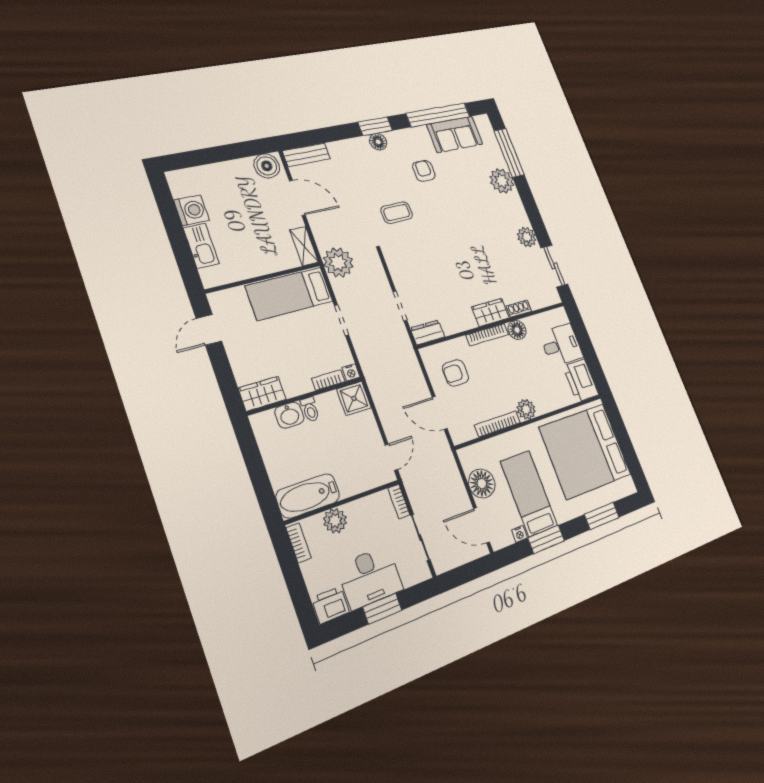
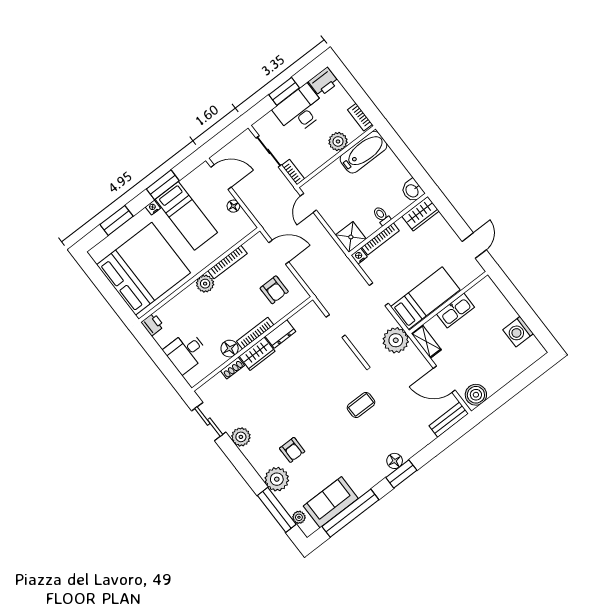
plant: (490, 136) -> (299, 517), added
armchair: (424, 171) -> (292, 450), moved
kitchen sink: (201, 246) -> (456, 311), moved, turned -90
dresser: (427, 332) -> (280, 334), moved
armchair: (456, 373) -> (274, 290), turned 90
bookcase: (328, 380) -> (380, 239), width x1.56
printer: (581, 381) -> (153, 324), width x0.53, depth x0.68
washbasin: (289, 415) -> (412, 191), moved, turned -90
floor lamp: (482, 483) -> (233, 206), width x0.53, depth x0.53
nightstand: (520, 534) -> (153, 208), moved

